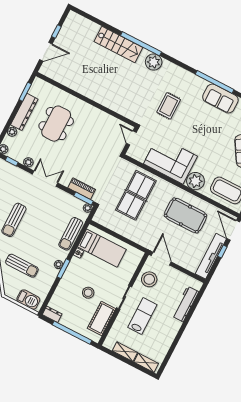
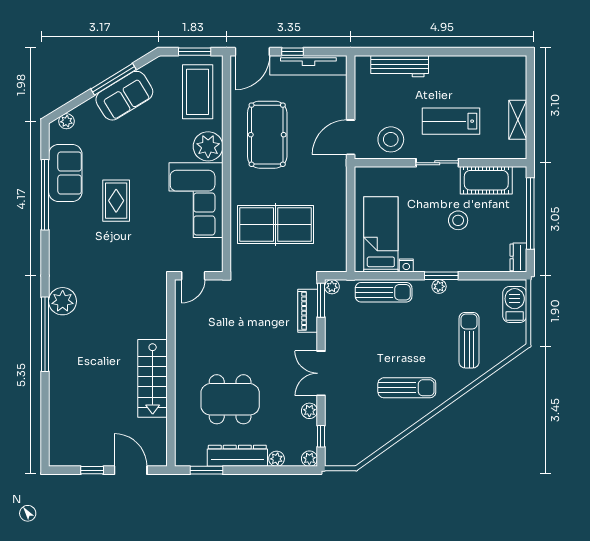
stairs: (118, 44) -> (153, 378), moved, turned 180
rug: (169, 106) -> (116, 201), moved, turned 90
shelving: (146, 363) -> (518, 79), removed

